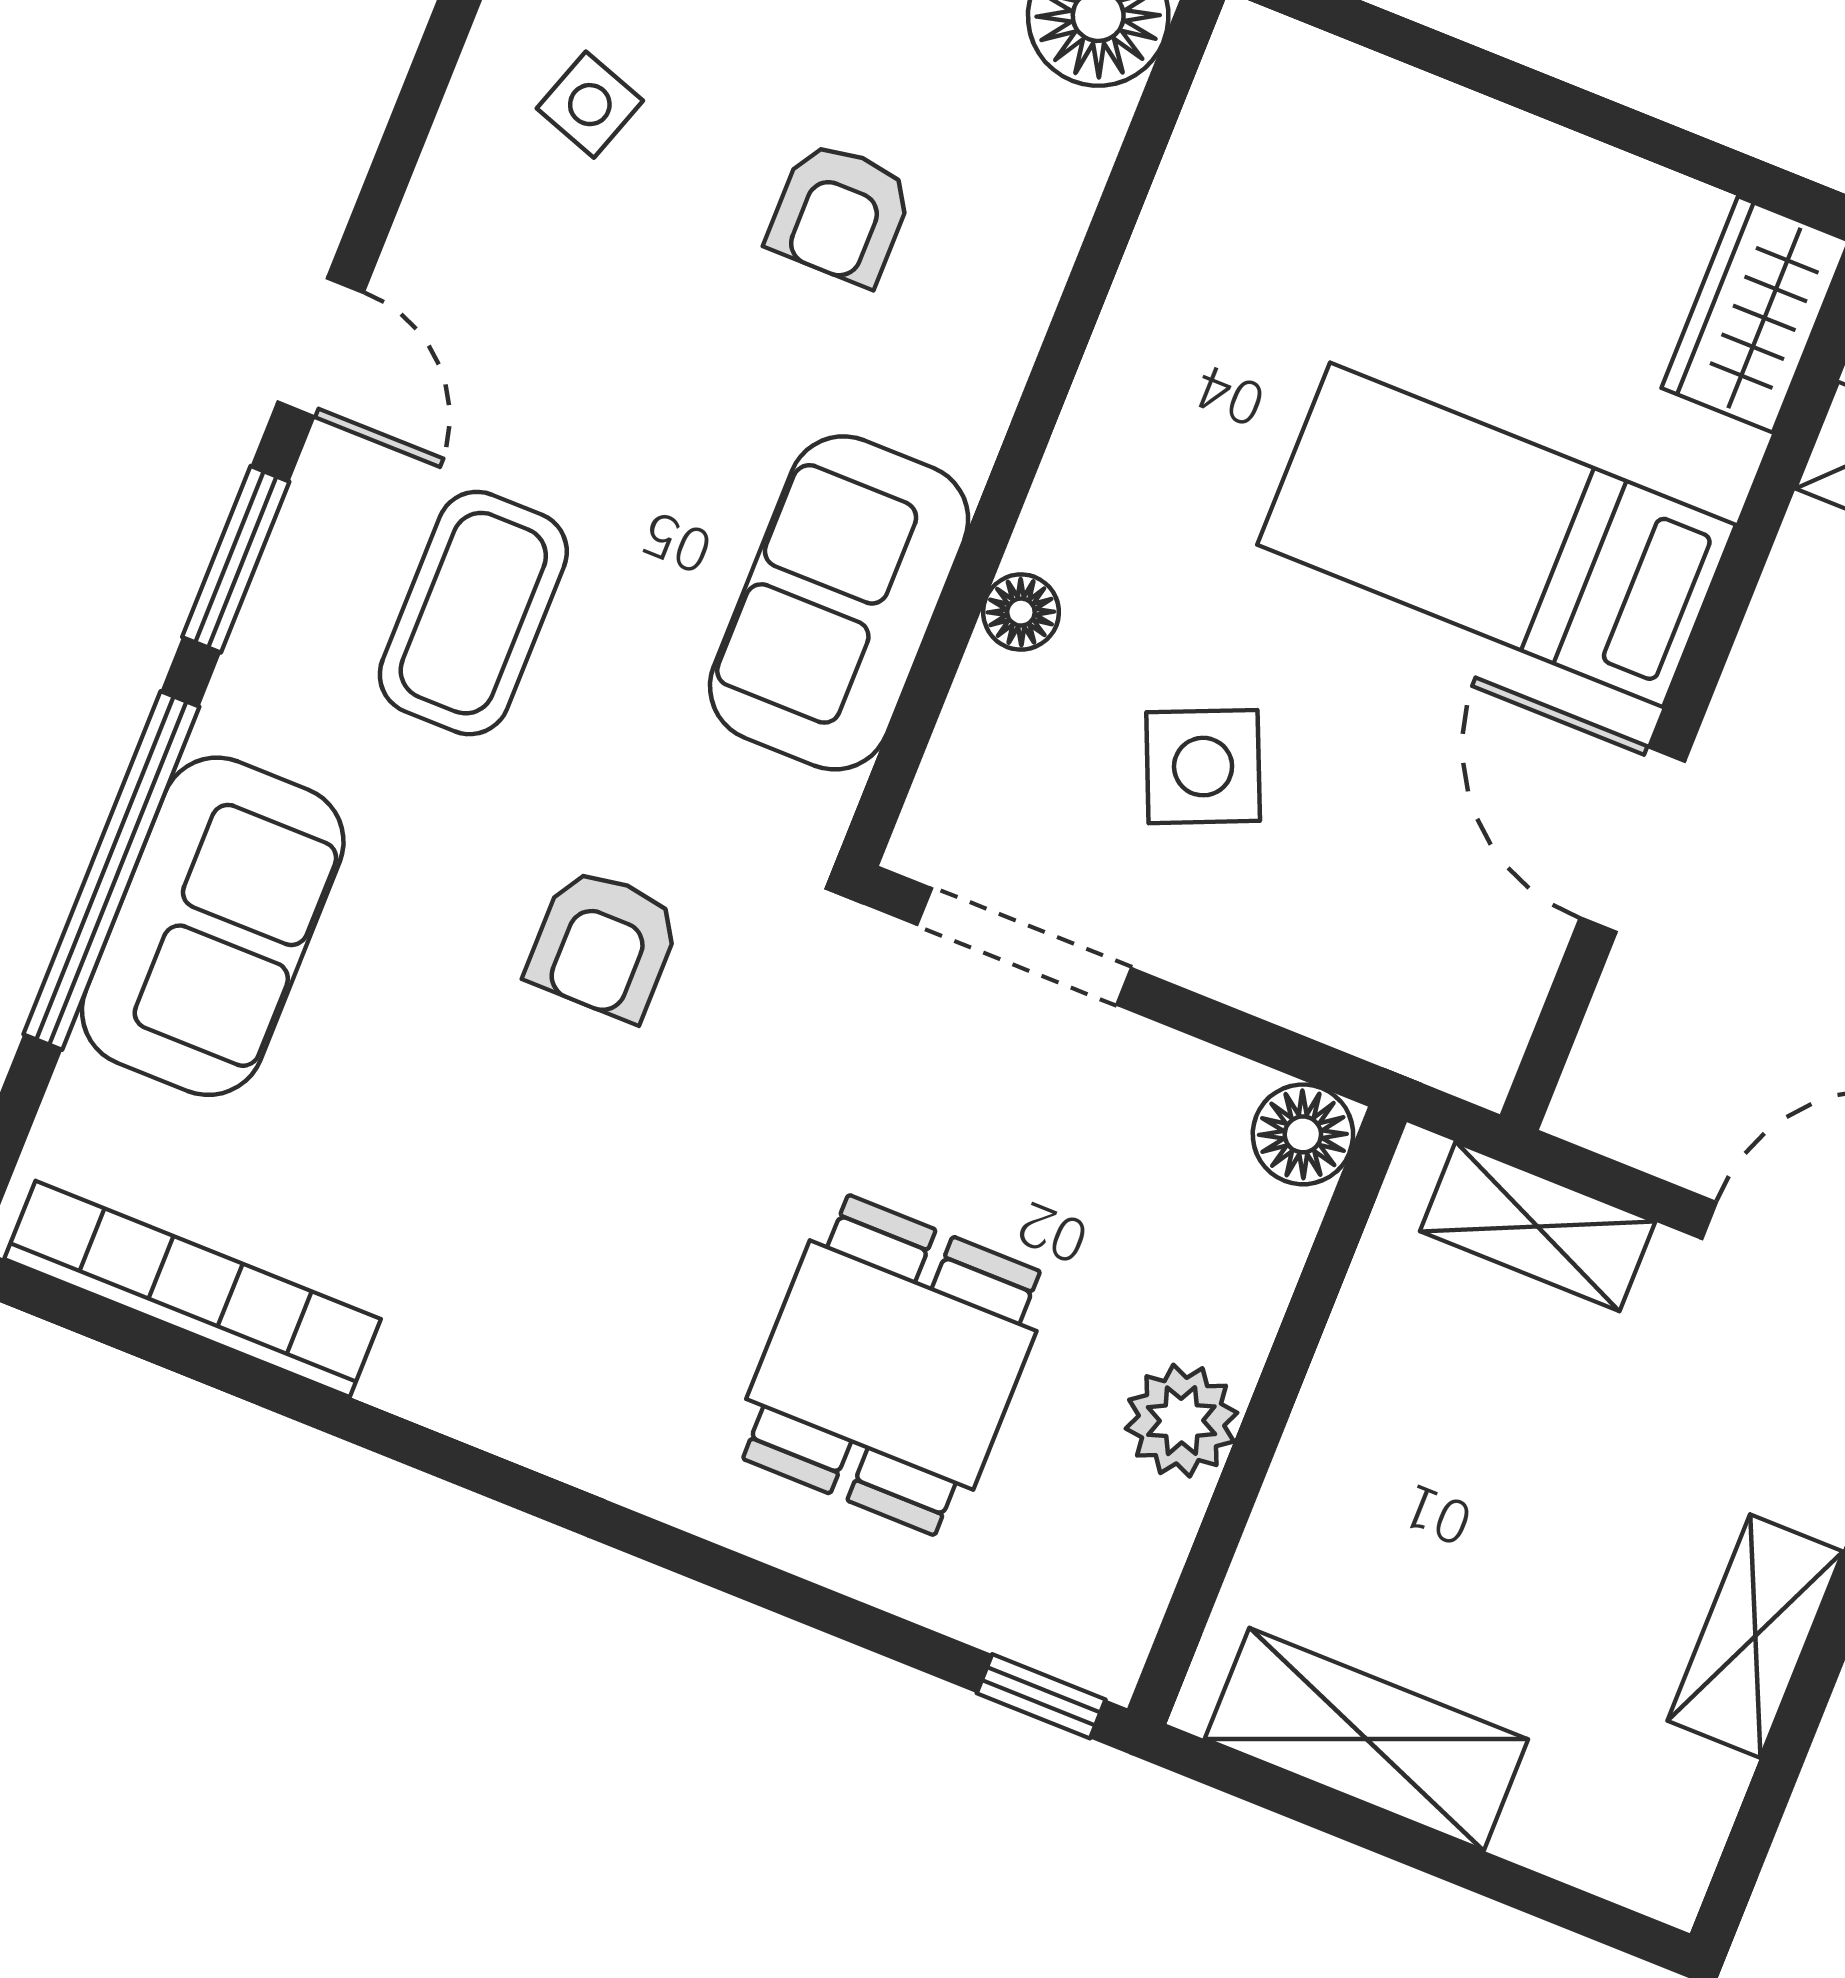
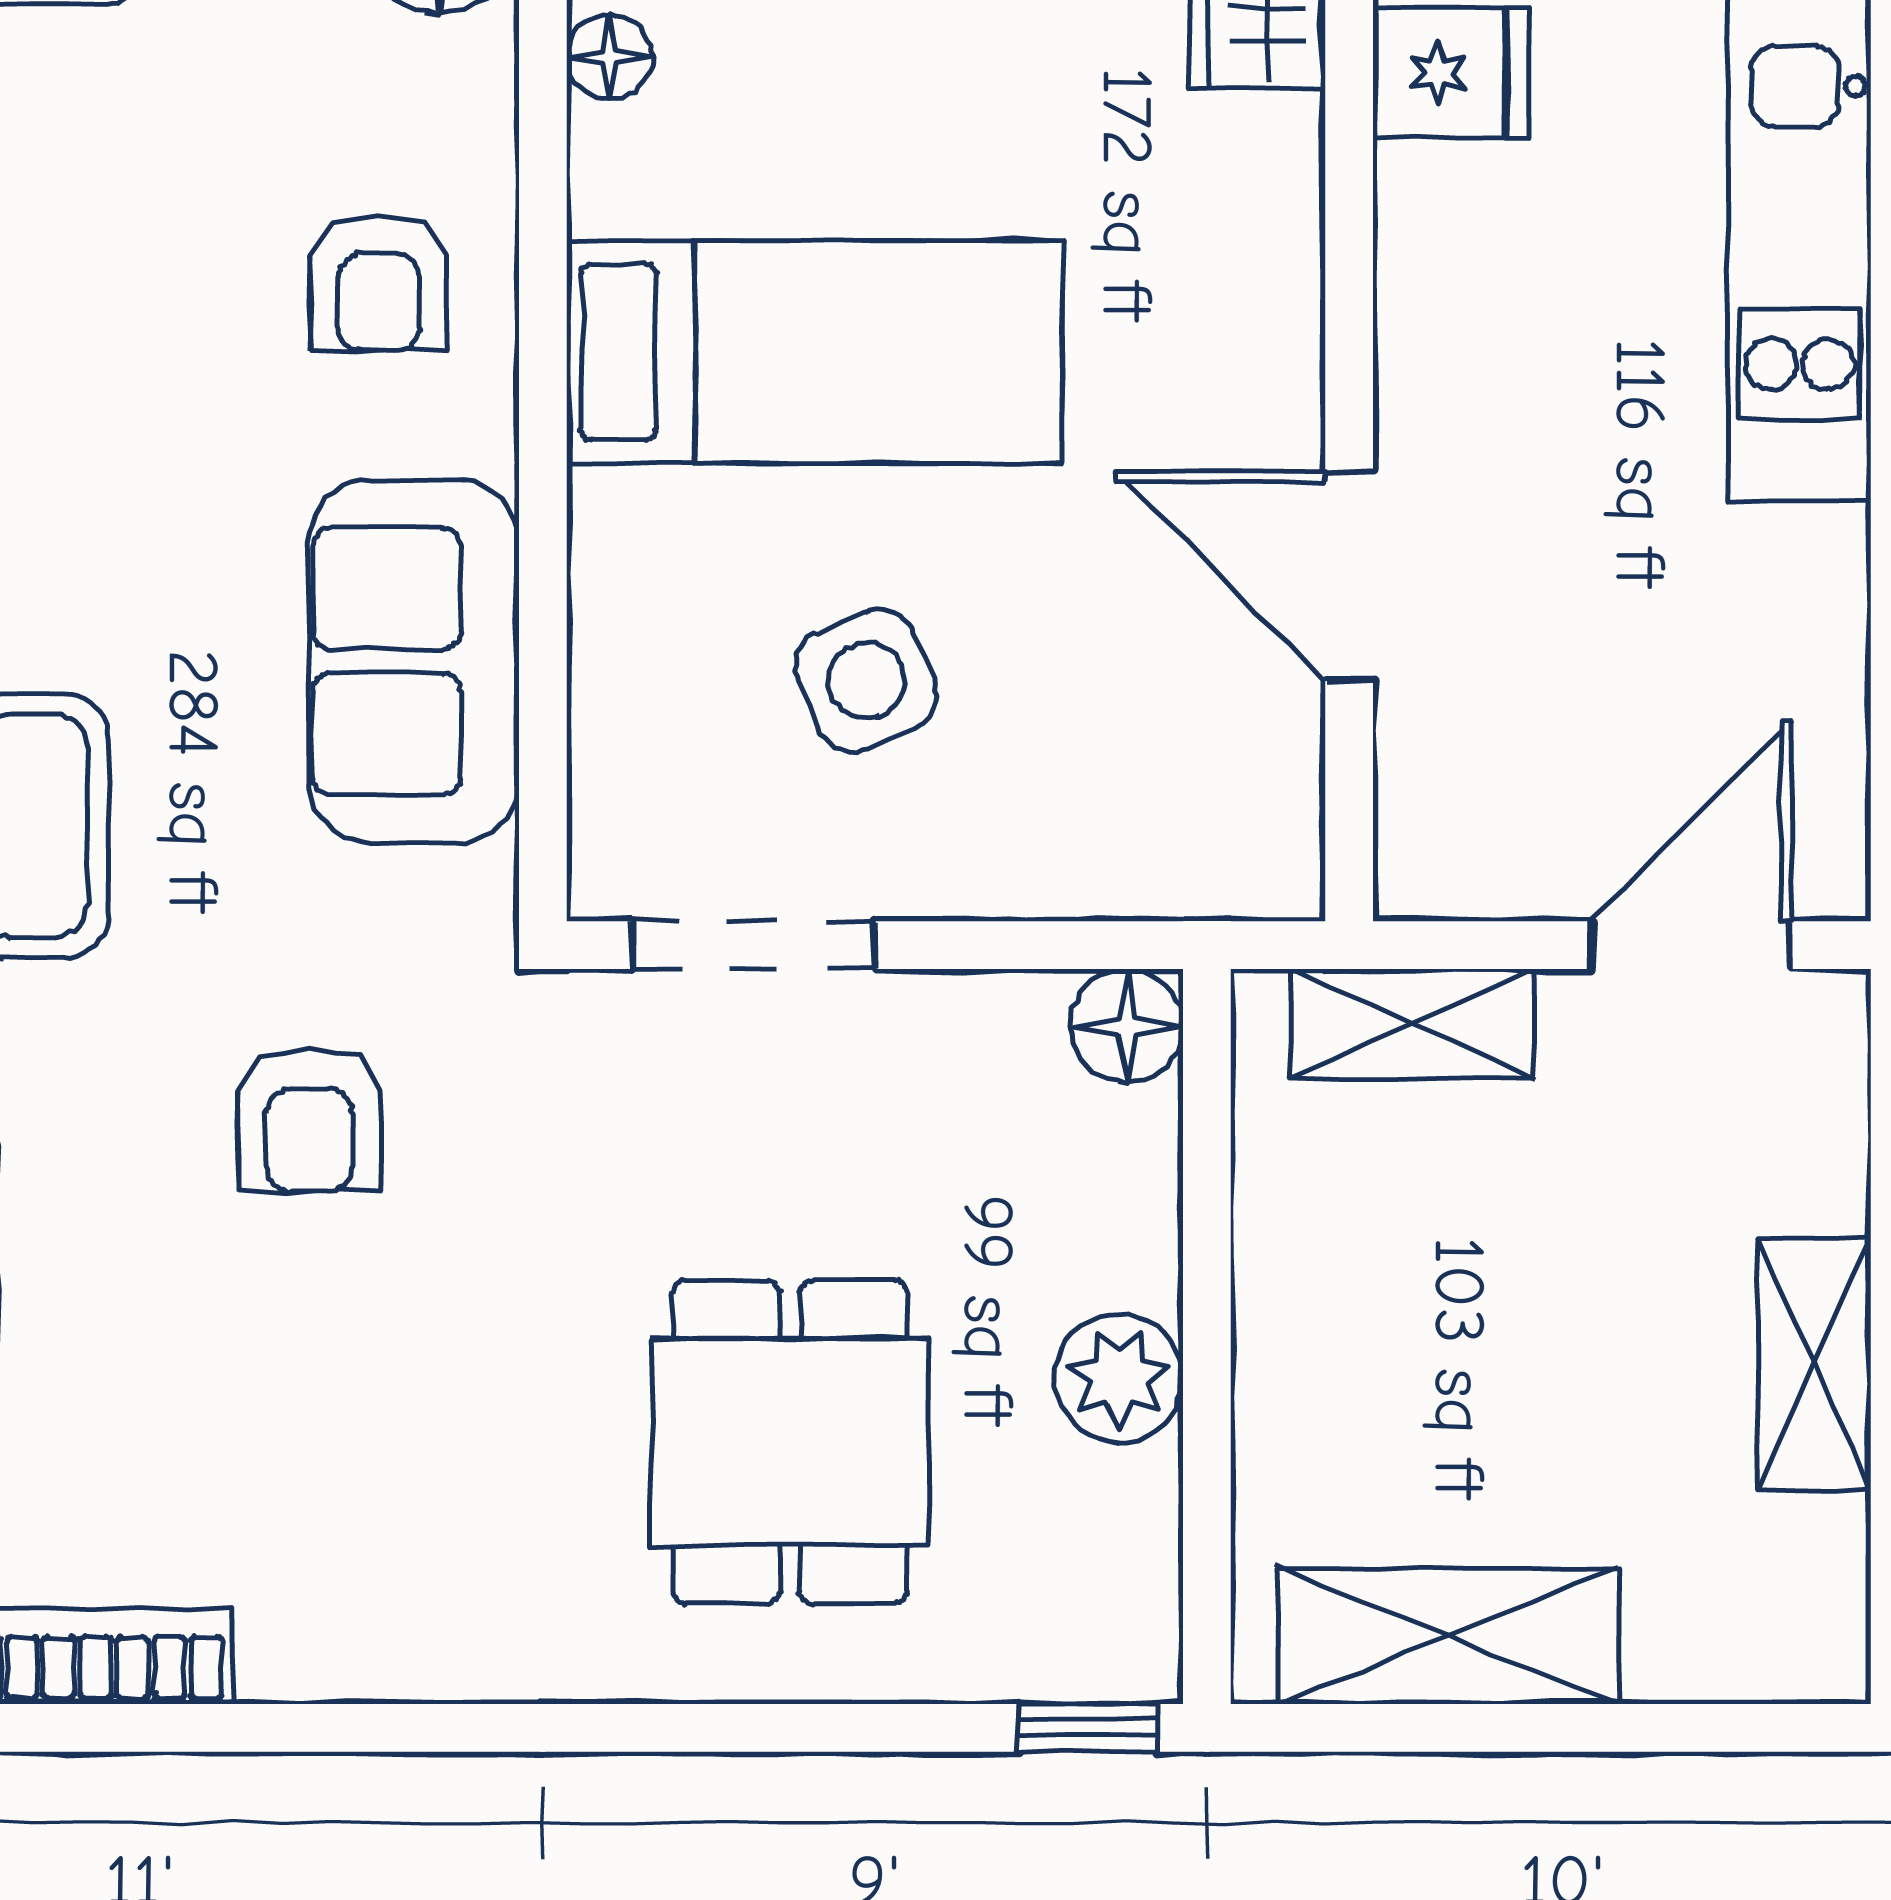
armchair: (840, 213) -> (379, 283), moved
bed: (1496, 535) -> (814, 352), moved, turned 180
floor lamp: (1021, 612) -> (609, 57), moved

